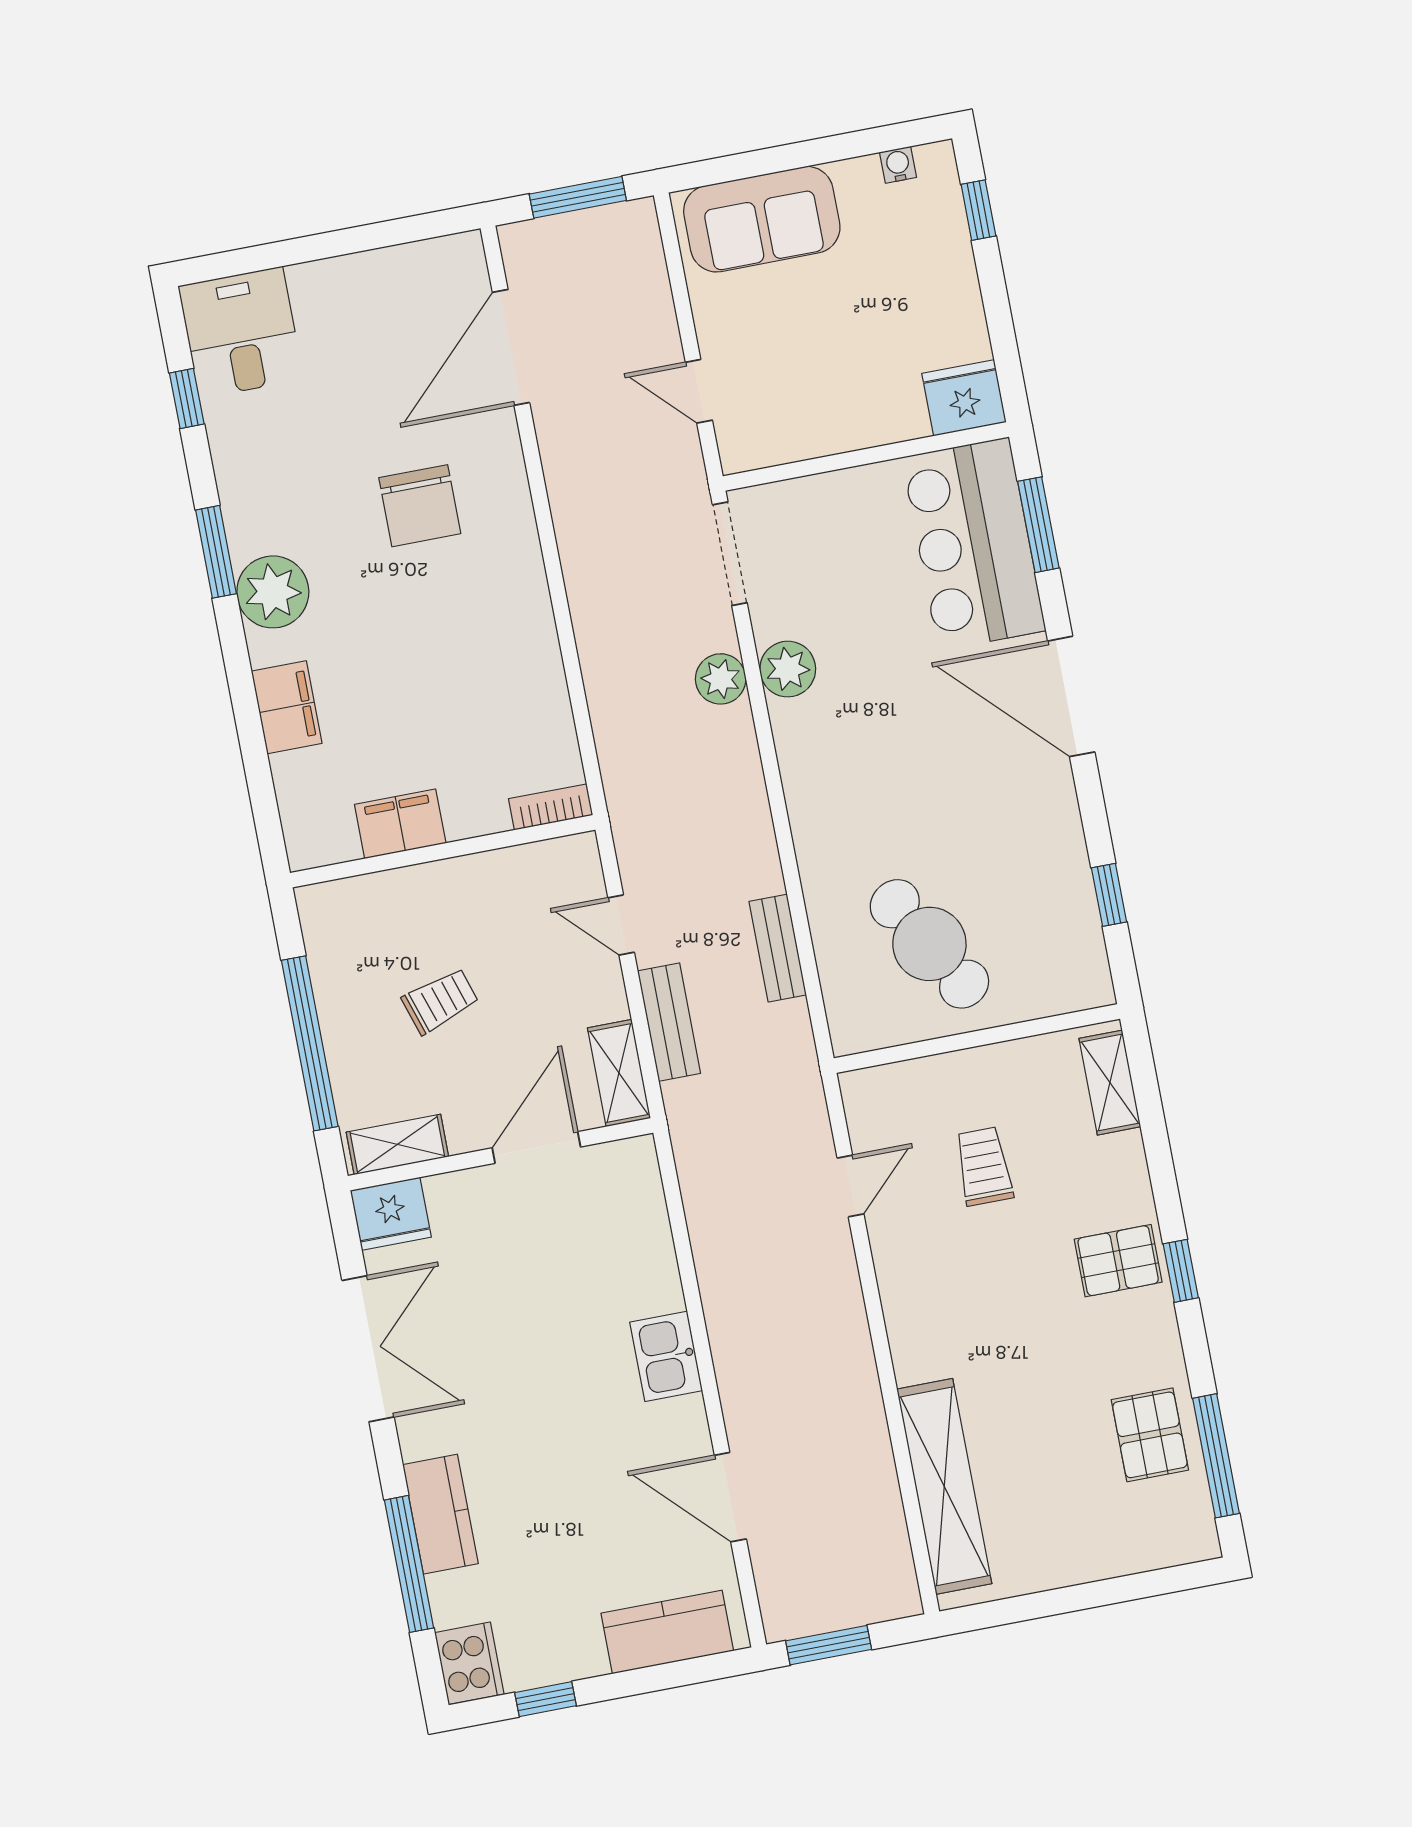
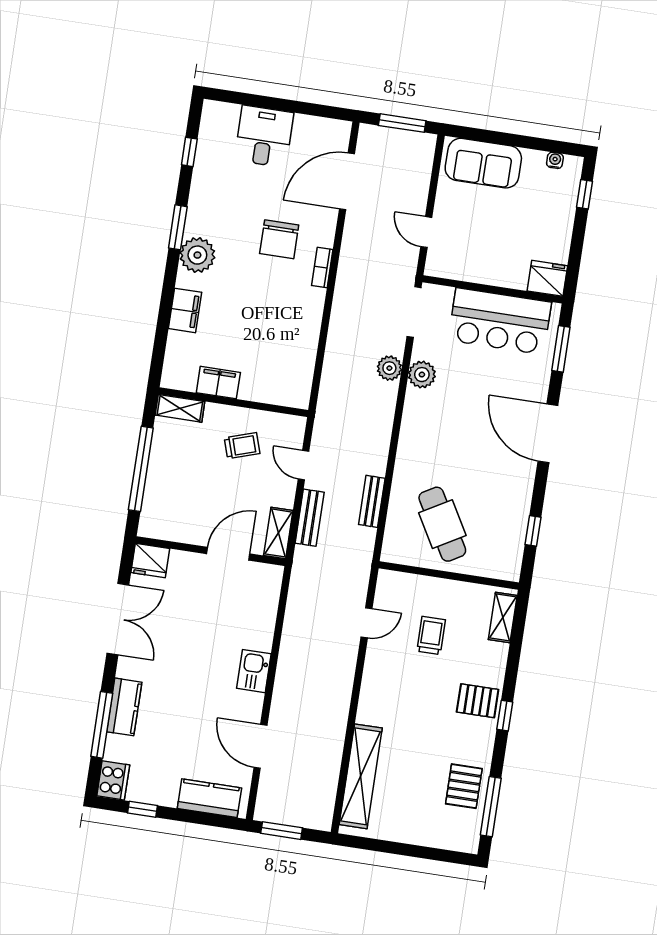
desk: (241, 333) -> (264, 136), moved
bar counter: (974, 544) -> (500, 321), moved, turned -90
bookcase: (551, 807) -> (322, 267), moved, turned -90
trolley: (440, 1001) -> (242, 446), moved
shelving: (397, 1144) -> (180, 408), moved

